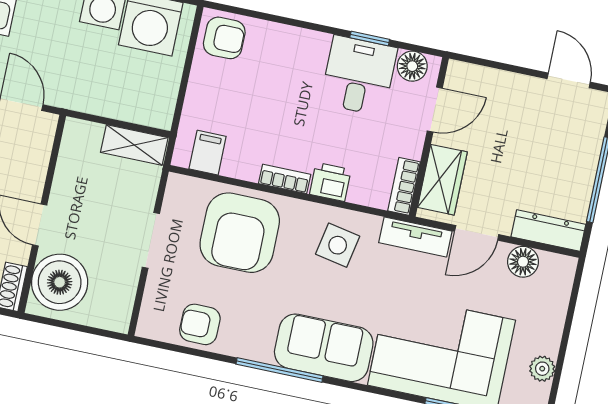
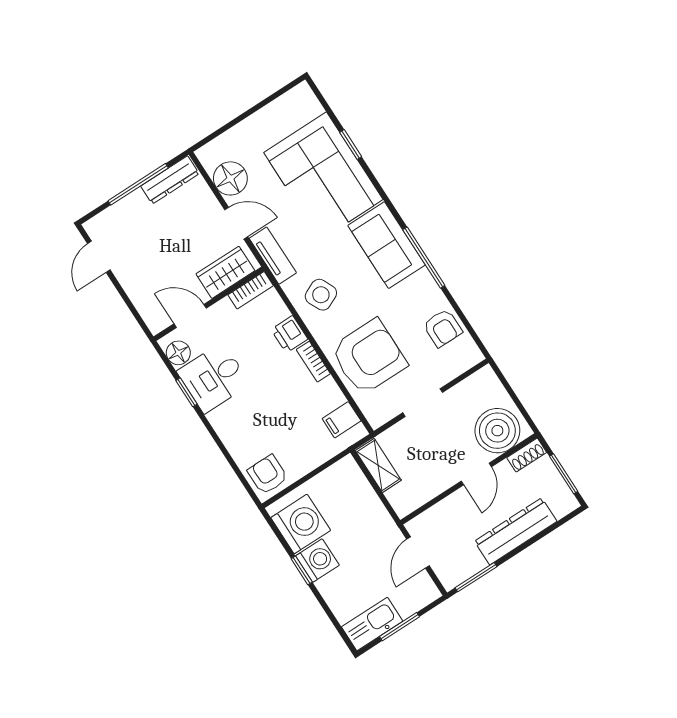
dresser: (548, 231) -> (170, 180), moved, turned -90
side table: (338, 245) -> (321, 295), turned -36
floor lamp: (523, 262) -> (230, 178), width x1.38, depth x1.38
plant: (542, 369) -> (276, 110), removed

